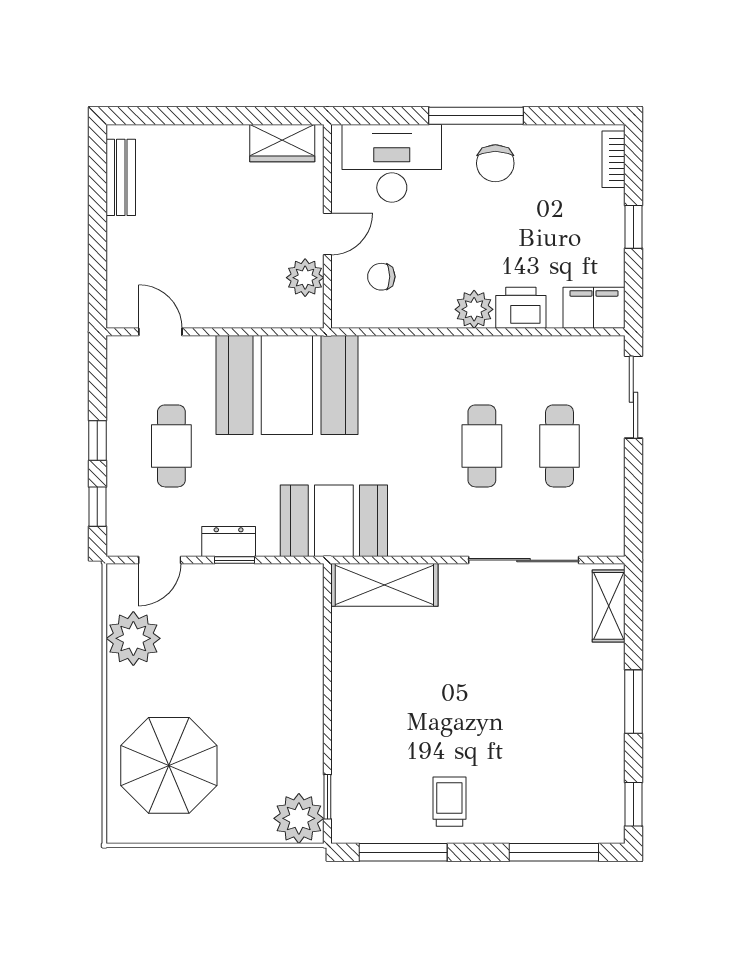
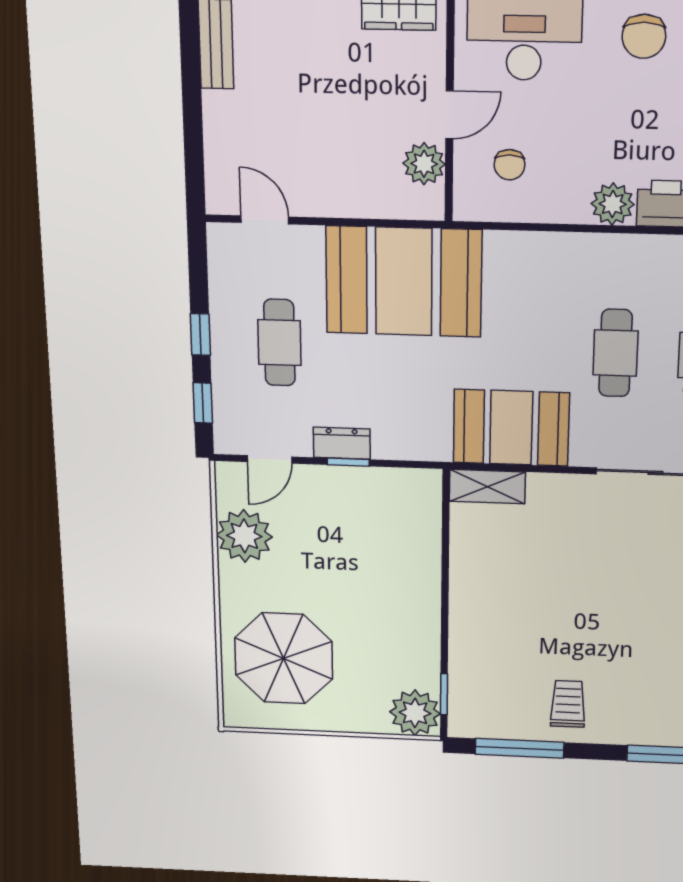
chair: (381, 277) -> (510, 165), turned -90
booth: (334, 521) -> (511, 428), moved
shelving: (384, 585) -> (487, 487), width x0.67, depth x0.75

